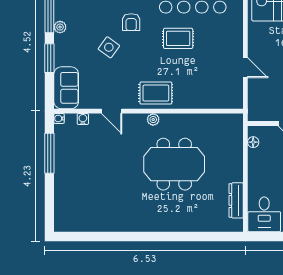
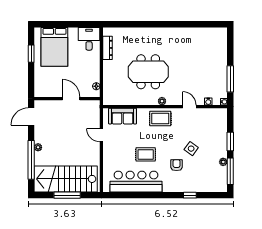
sofa: (66, 88) -> (123, 116), moved, turned -90

